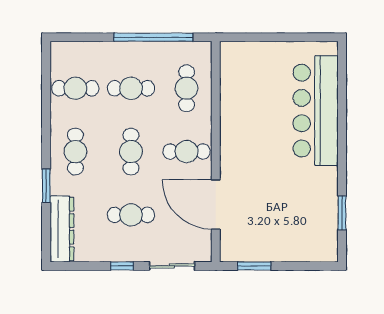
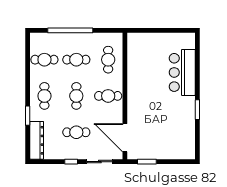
window: (153, 37) -> (70, 30), moved
bar counter: (316, 111) -> (182, 72), width x0.73
door: (216, 205) -> (125, 138), moved
window: (342, 213) -> (197, 110), moved

